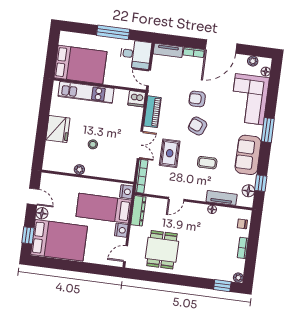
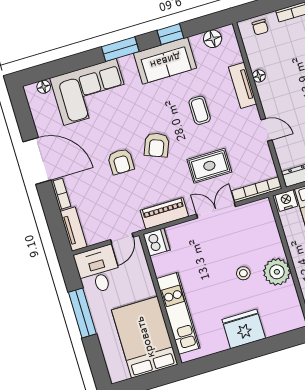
plant: (253, 61) -> (37, 110), removed
plant: (79, 170) -> (277, 272), width x1.88, depth x1.88
window: (261, 183) -> (170, 34), moved
tv unit: (222, 198) -> (243, 85), moved

